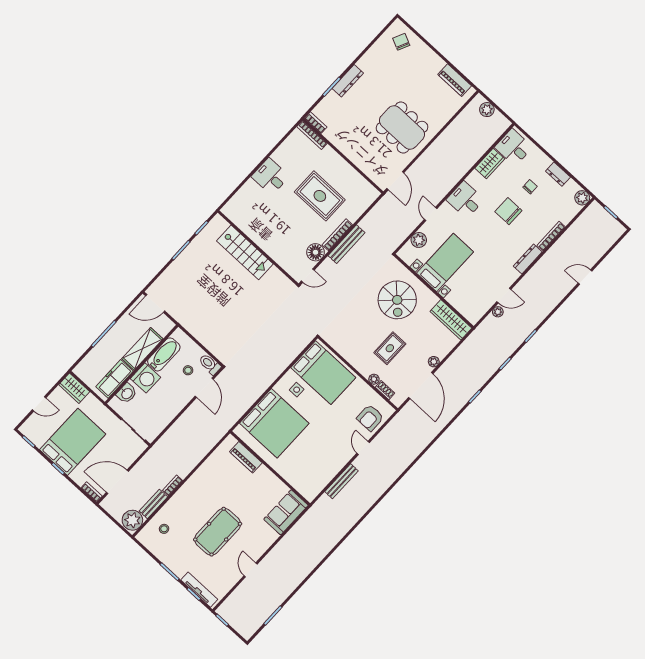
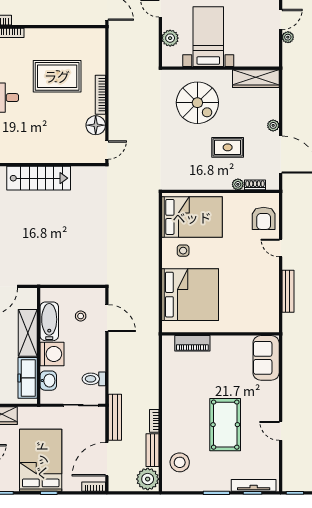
bench: (347, 244) -> (115, 417), moved
rug: (390, 348) -> (228, 147), turned 90
toilet: (210, 364) -> (94, 379), moved
stool: (164, 529) -> (180, 462), width x1.89, depth x1.89

